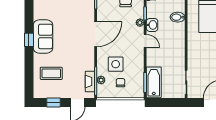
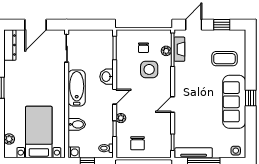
washbasin: (152, 25) -> (107, 77), moved
door: (96, 34) -> (173, 105), width x0.53
sofa: (43, 36) -> (234, 102), width x1.36
door: (145, 41) -> (115, 97), swing flipped
bathtub: (154, 82) -> (77, 88), moved, turned 180

